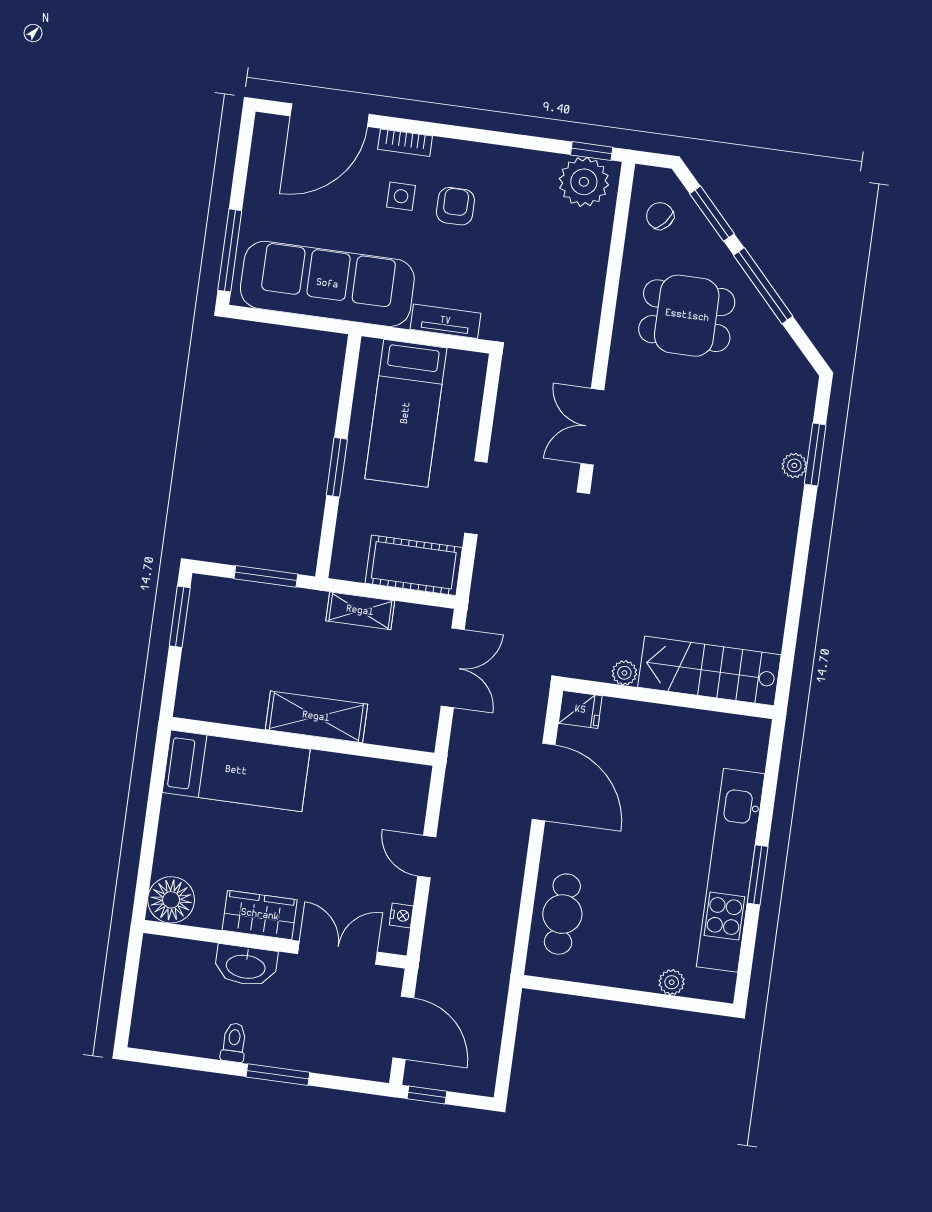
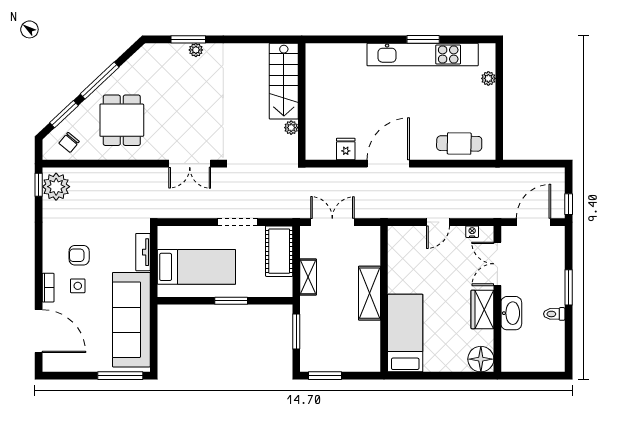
stairs: (709, 671) -> (284, 81), moved
plant: (624, 673) -> (291, 128), moved
wall: (668, 698) -> (302, 102), moved

